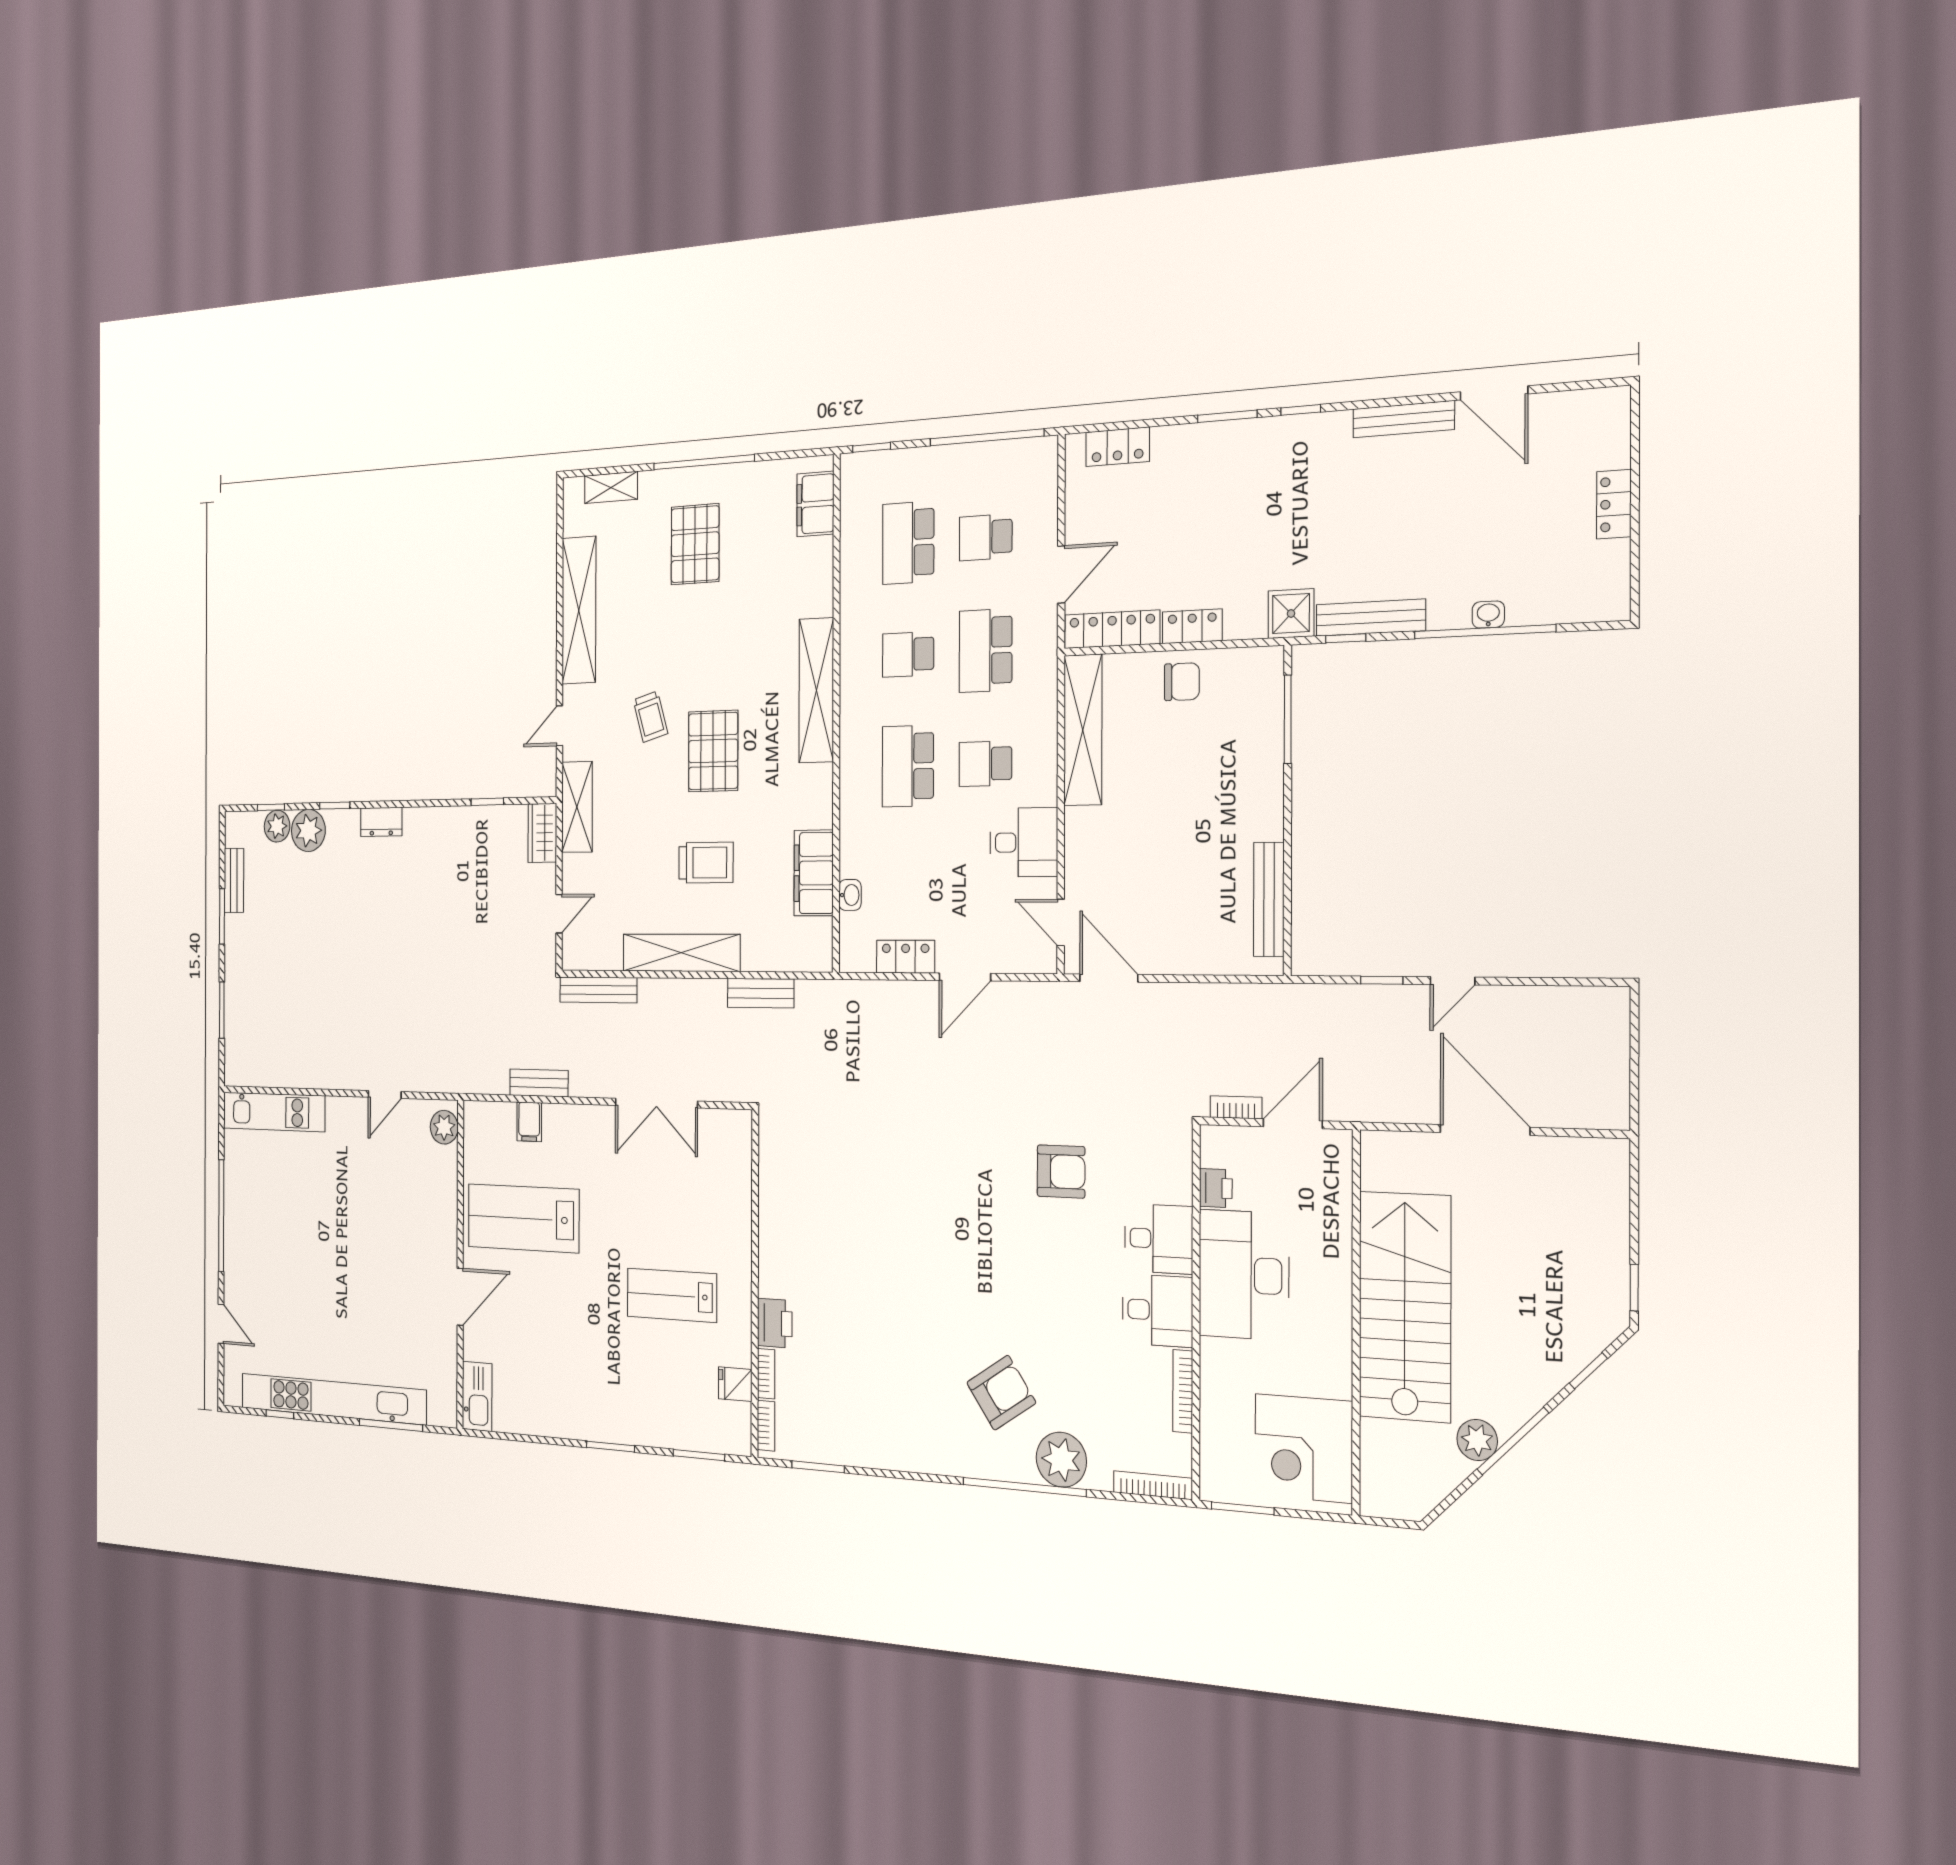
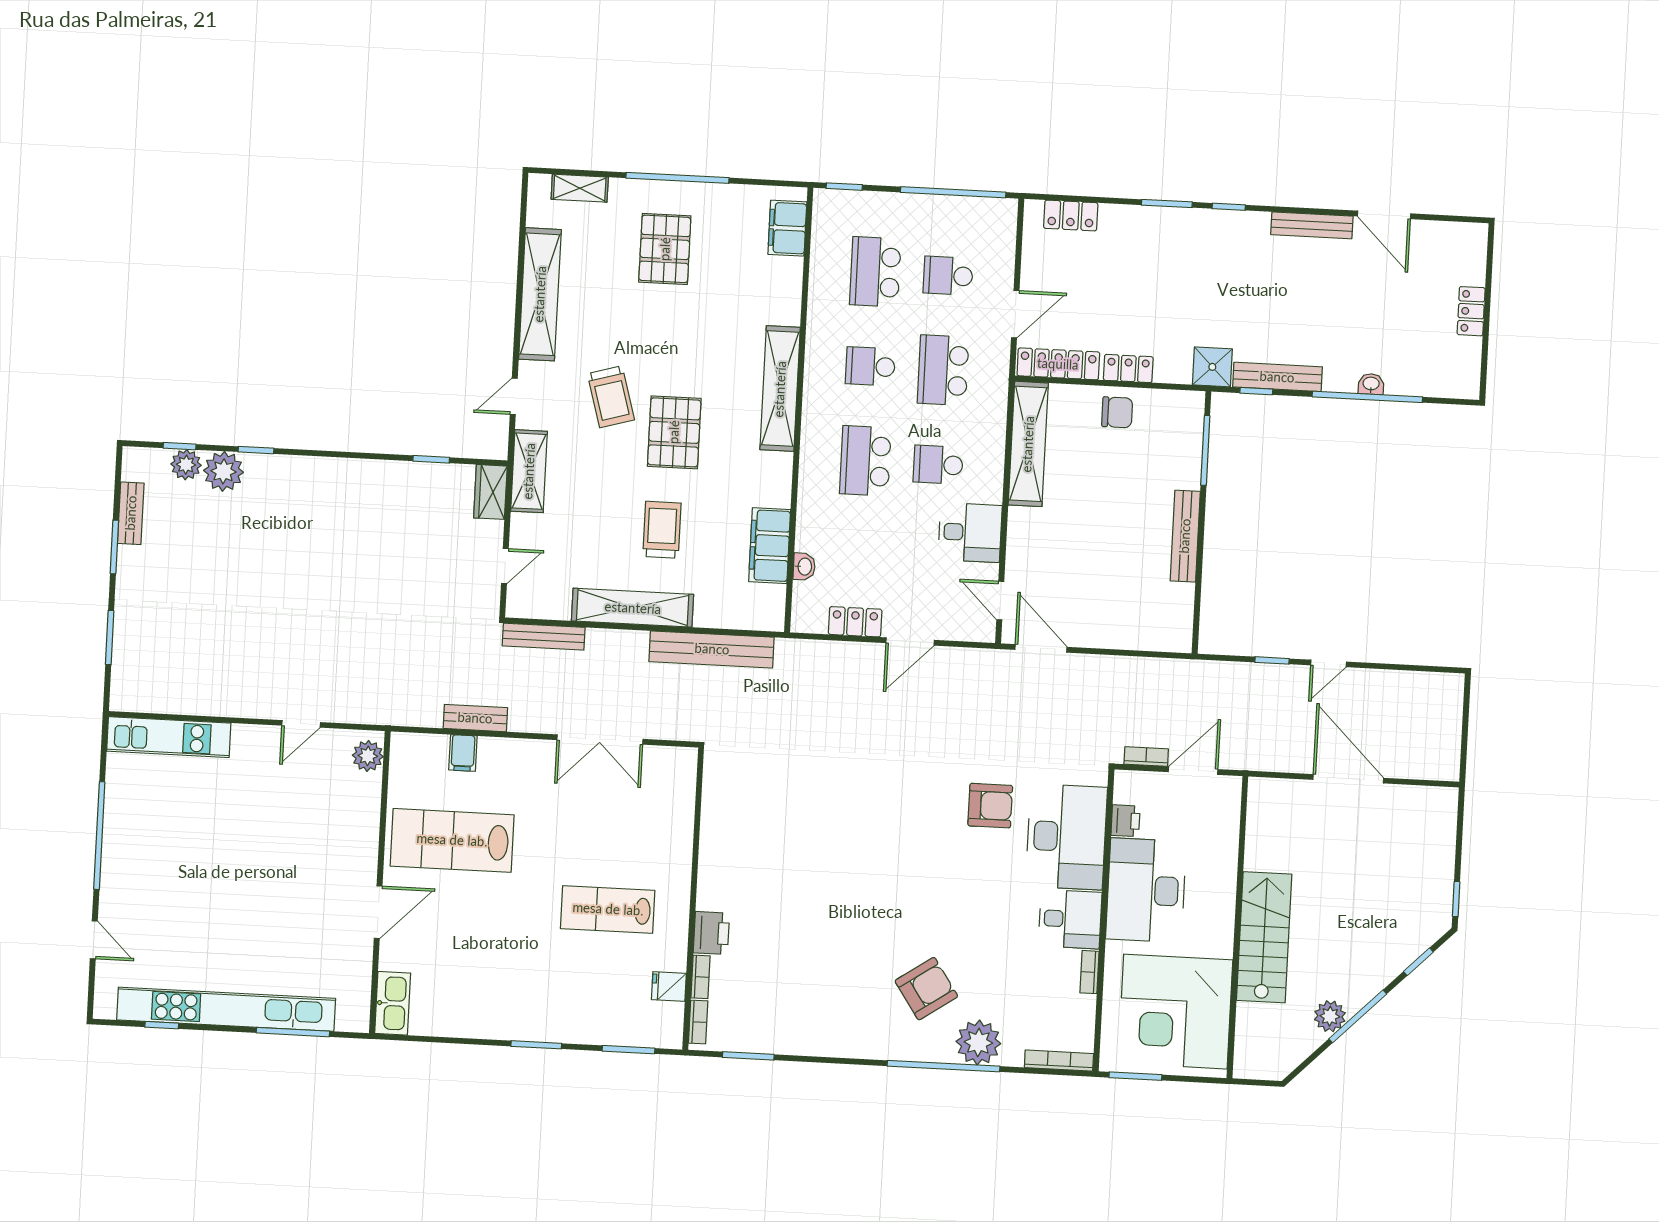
trolley: (650, 717) -> (611, 397), width x1.36, depth x1.39
dresser: (381, 822) -> (310, 469), removed
trolley: (706, 863) -> (662, 530), turned -90
bench: (1269, 899) -> (1185, 536), moved
bench: (761, 993) -> (712, 649), width x1.86, depth x1.21
desk: (1159, 1239) -> (1066, 837), width x1.87, depth x1.30
stairs: (1405, 1307) -> (1264, 937), width x0.73, depth x0.66
bookcase: (1183, 1391) -> (1089, 972), width x0.64
corner desk: (1304, 1448) -> (1175, 1012), width x1.36, depth x1.36

